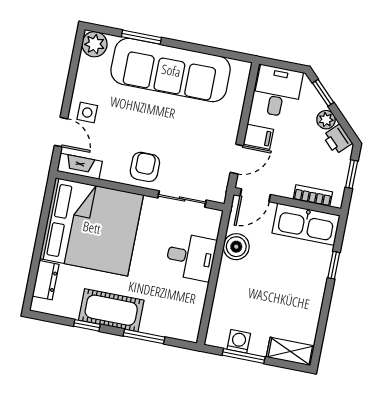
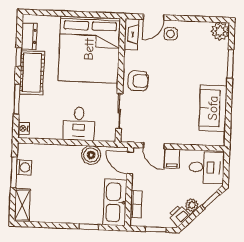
sofa: (171, 70) -> (213, 108), width x0.54, depth x0.79
dresser: (46, 280) -> (29, 36), moved, turned -90
nightstand: (186, 333) -> (24, 129), added

